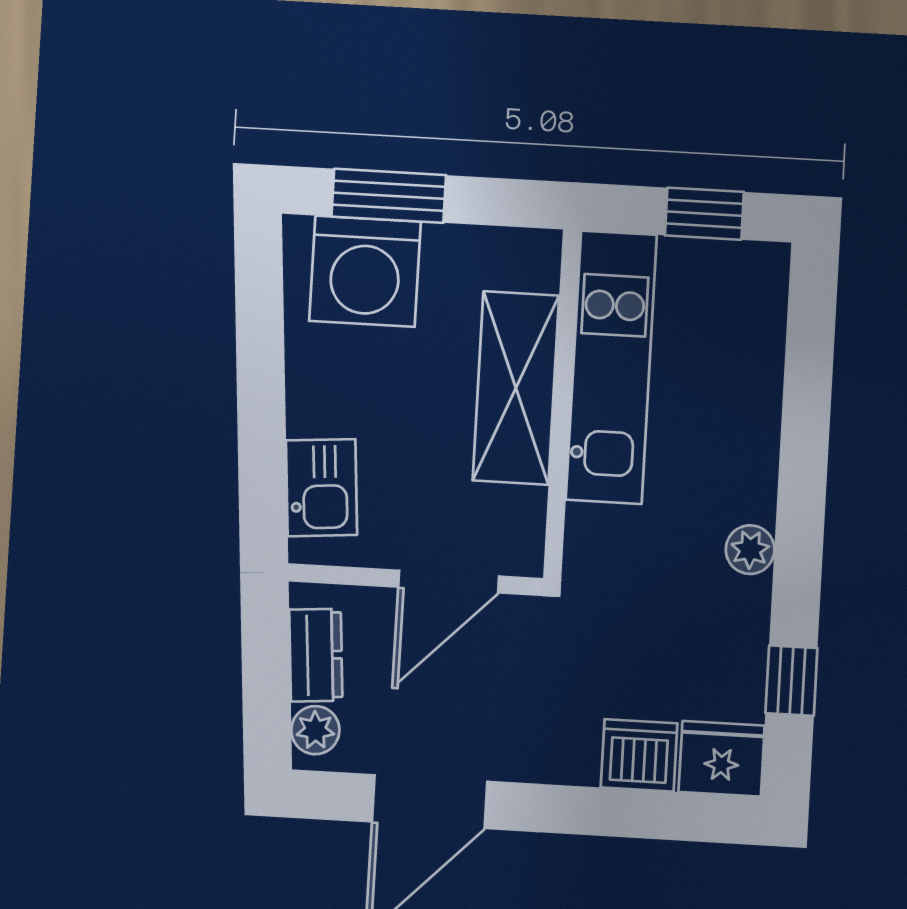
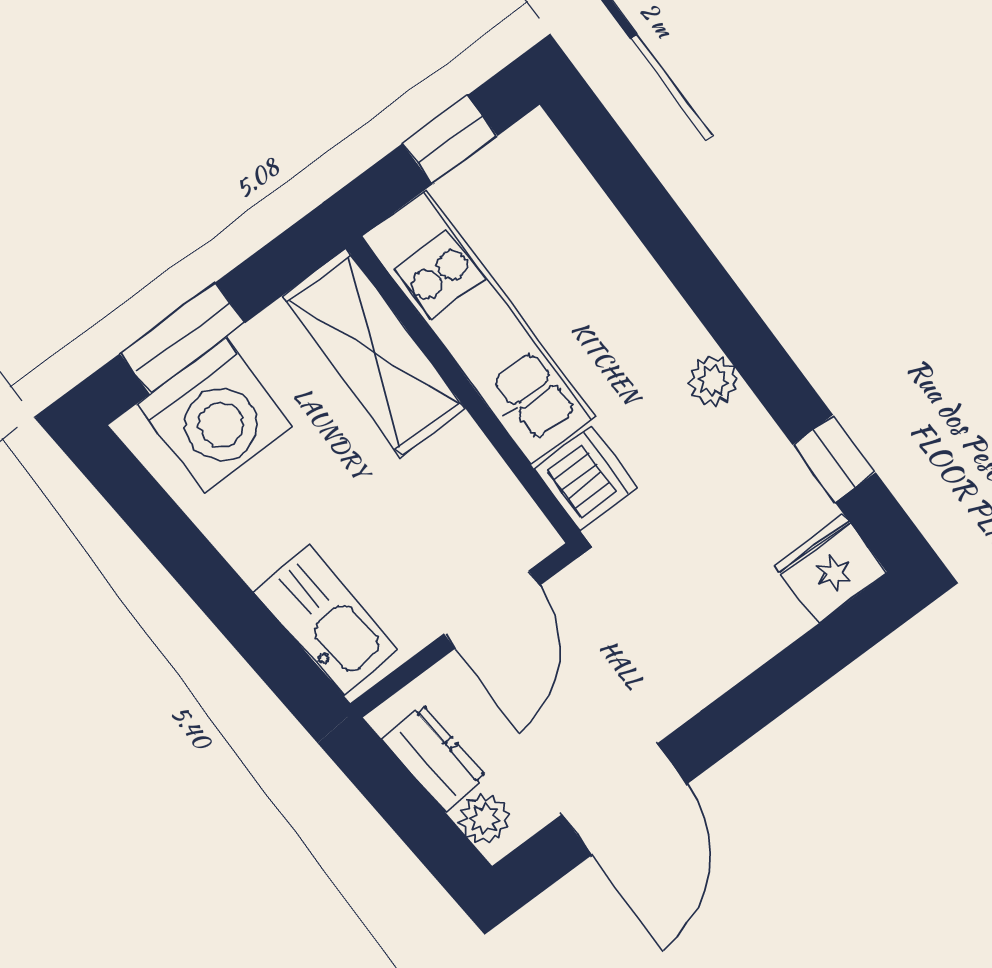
shelving: (516, 388) -> (374, 352), moved
kitchen sink: (322, 488) -> (326, 620), width x1.38
dishwasher: (639, 755) -> (585, 478), moved, turned 90

